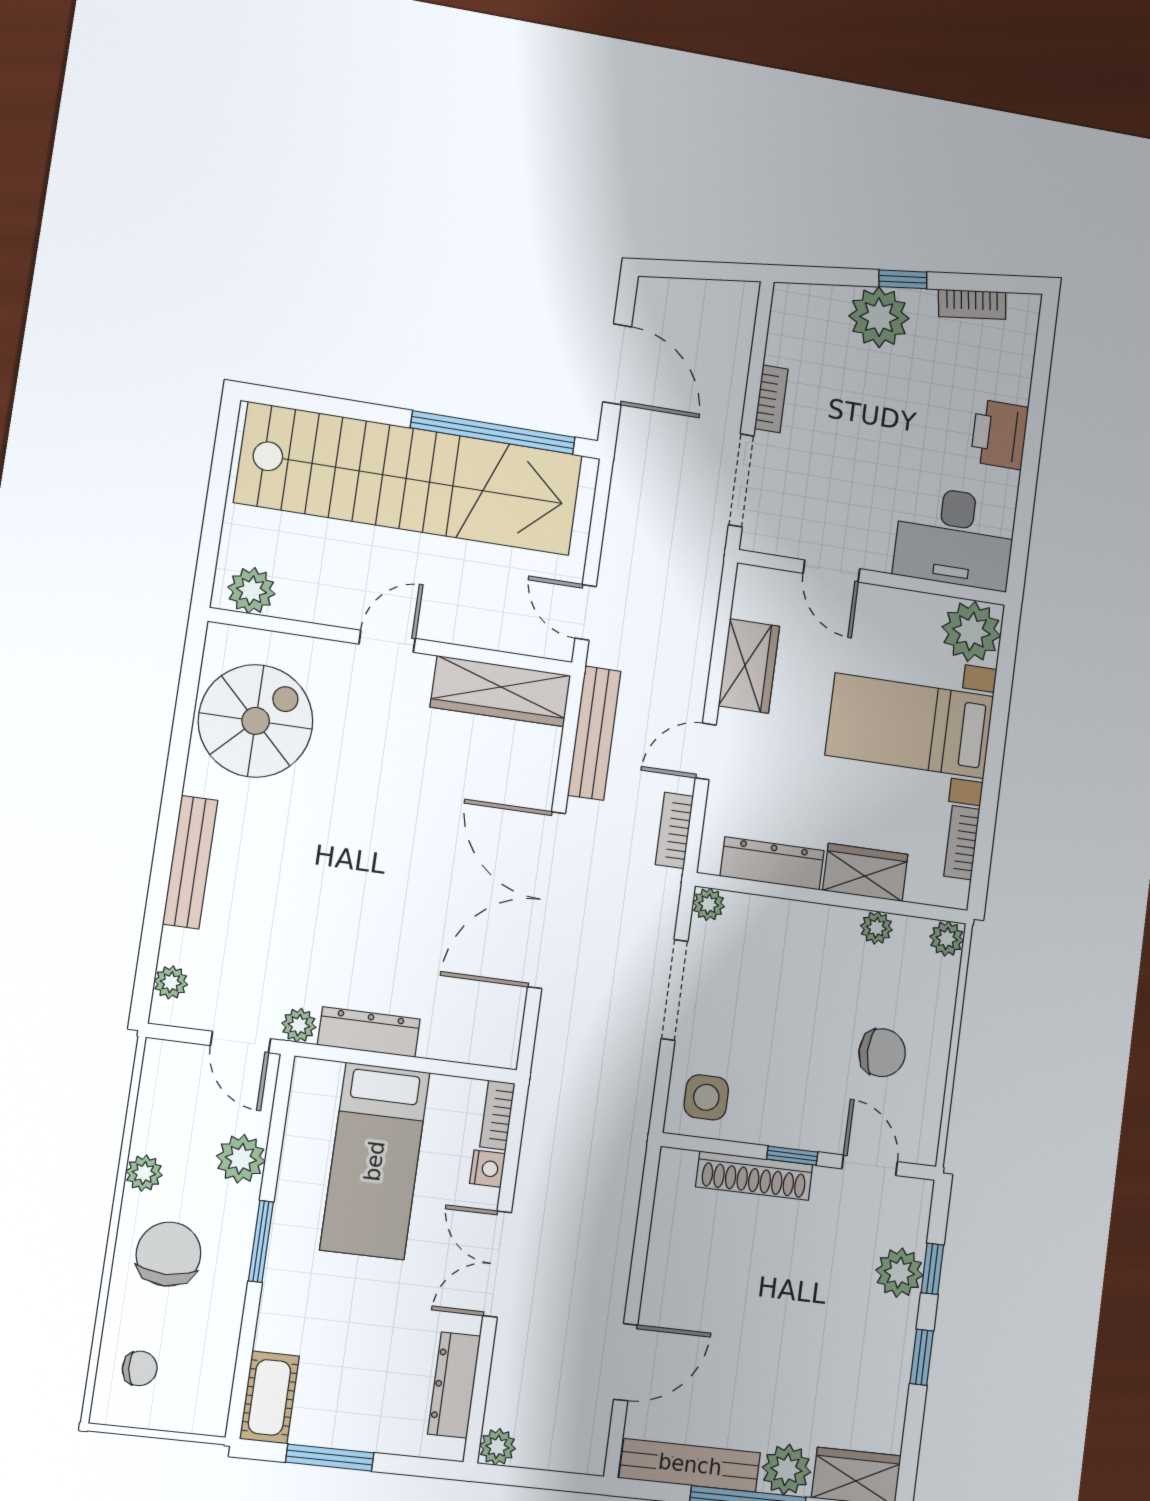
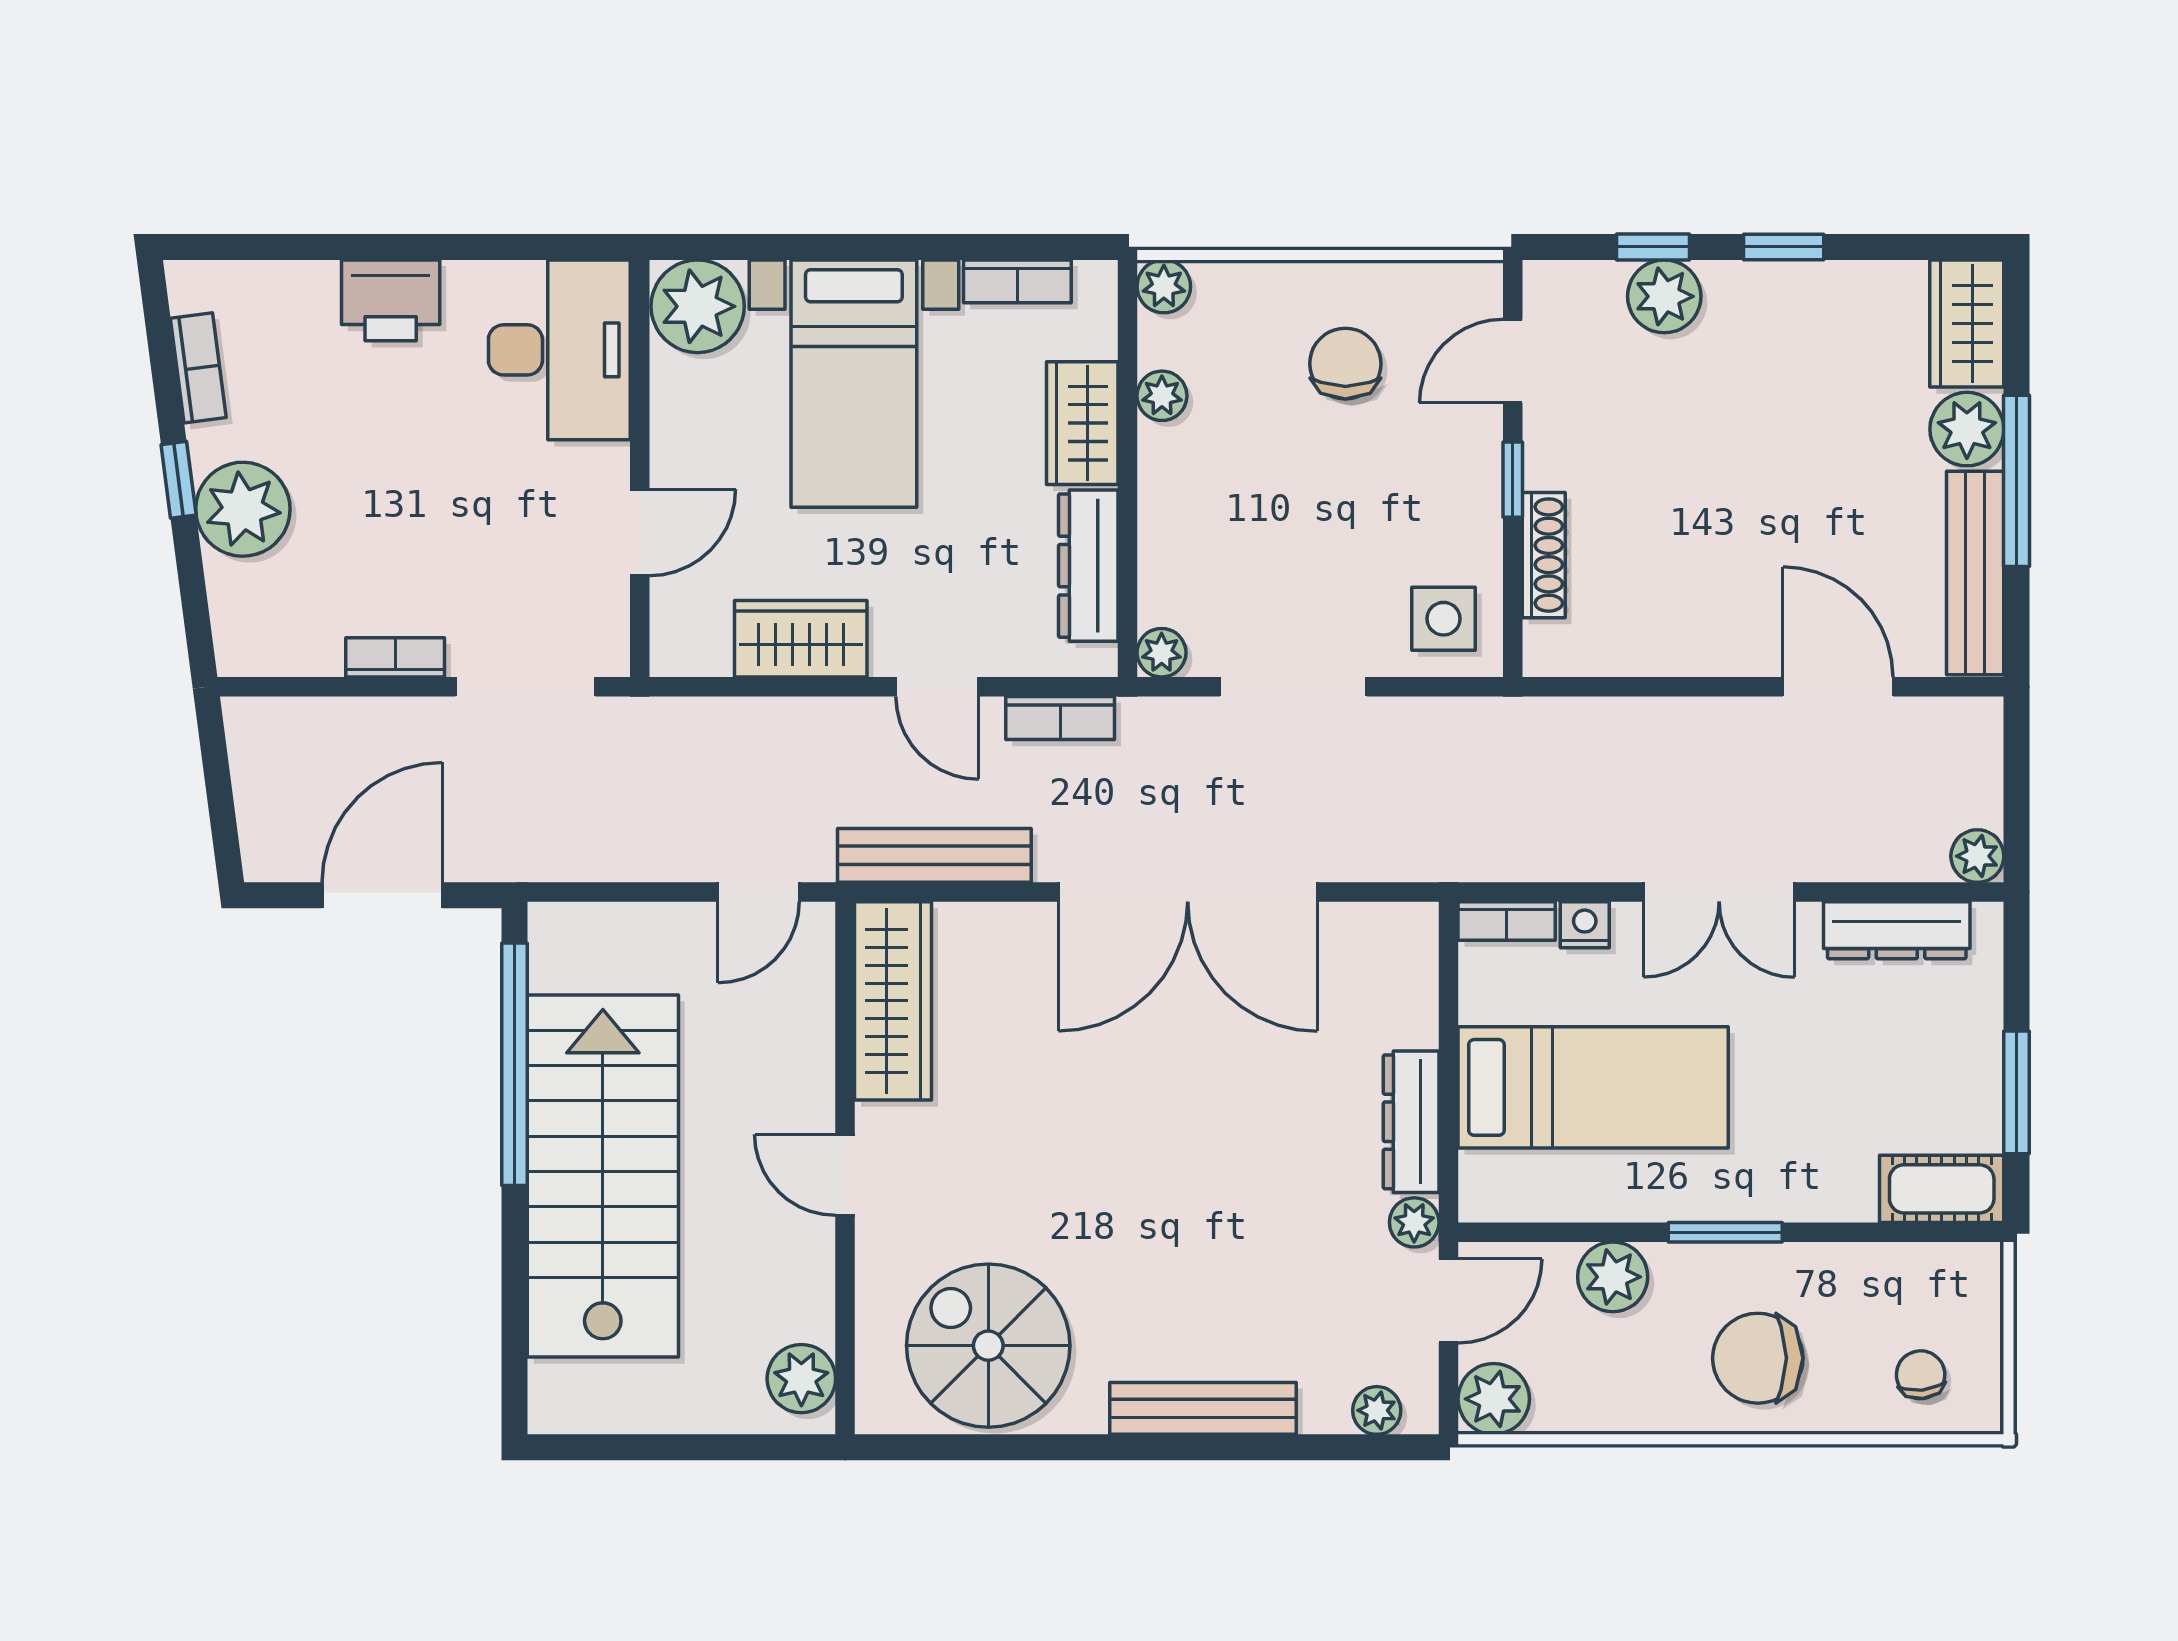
stairs: (409, 479) -> (603, 1176), width x0.73
plant: (144, 1173) -> (1494, 1399), moved, width x1.38, depth x1.38
shoe rack: (754, 1176) -> (1544, 555), width x0.74, depth x0.81

